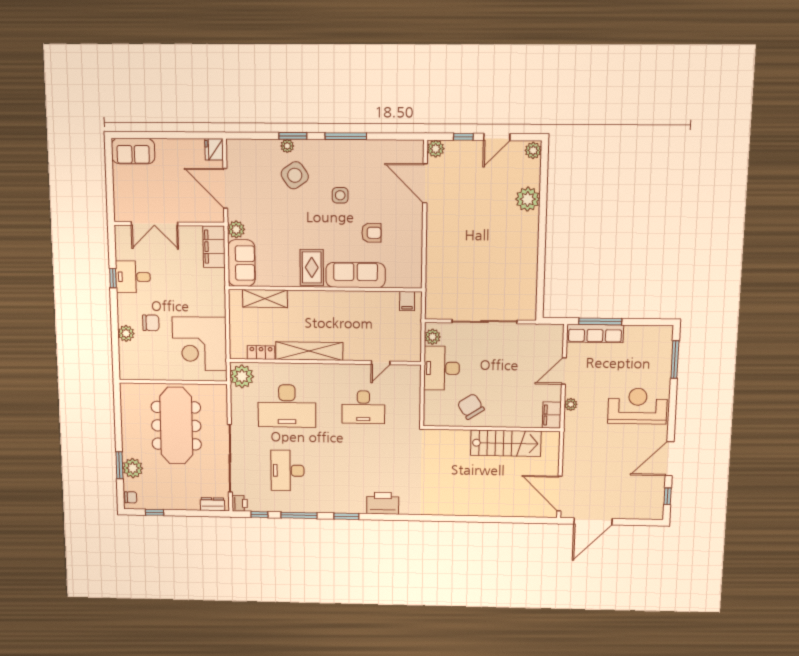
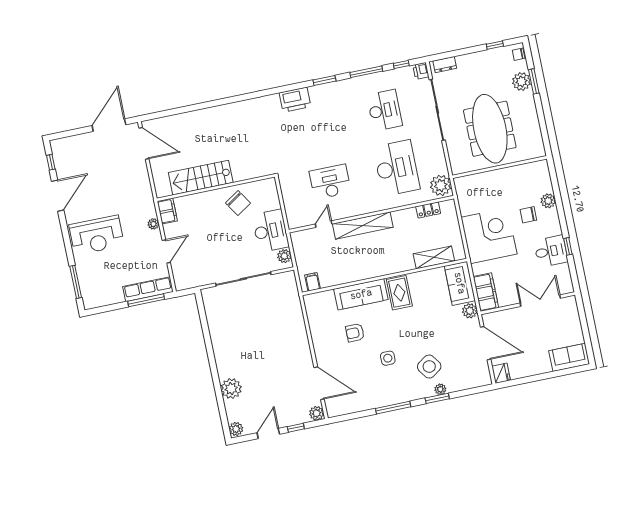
corner desk: (200, 344) -> (489, 236), moved
shelving: (309, 351) -> (363, 225), moved
desk: (287, 406) -> (397, 168), turned 90

